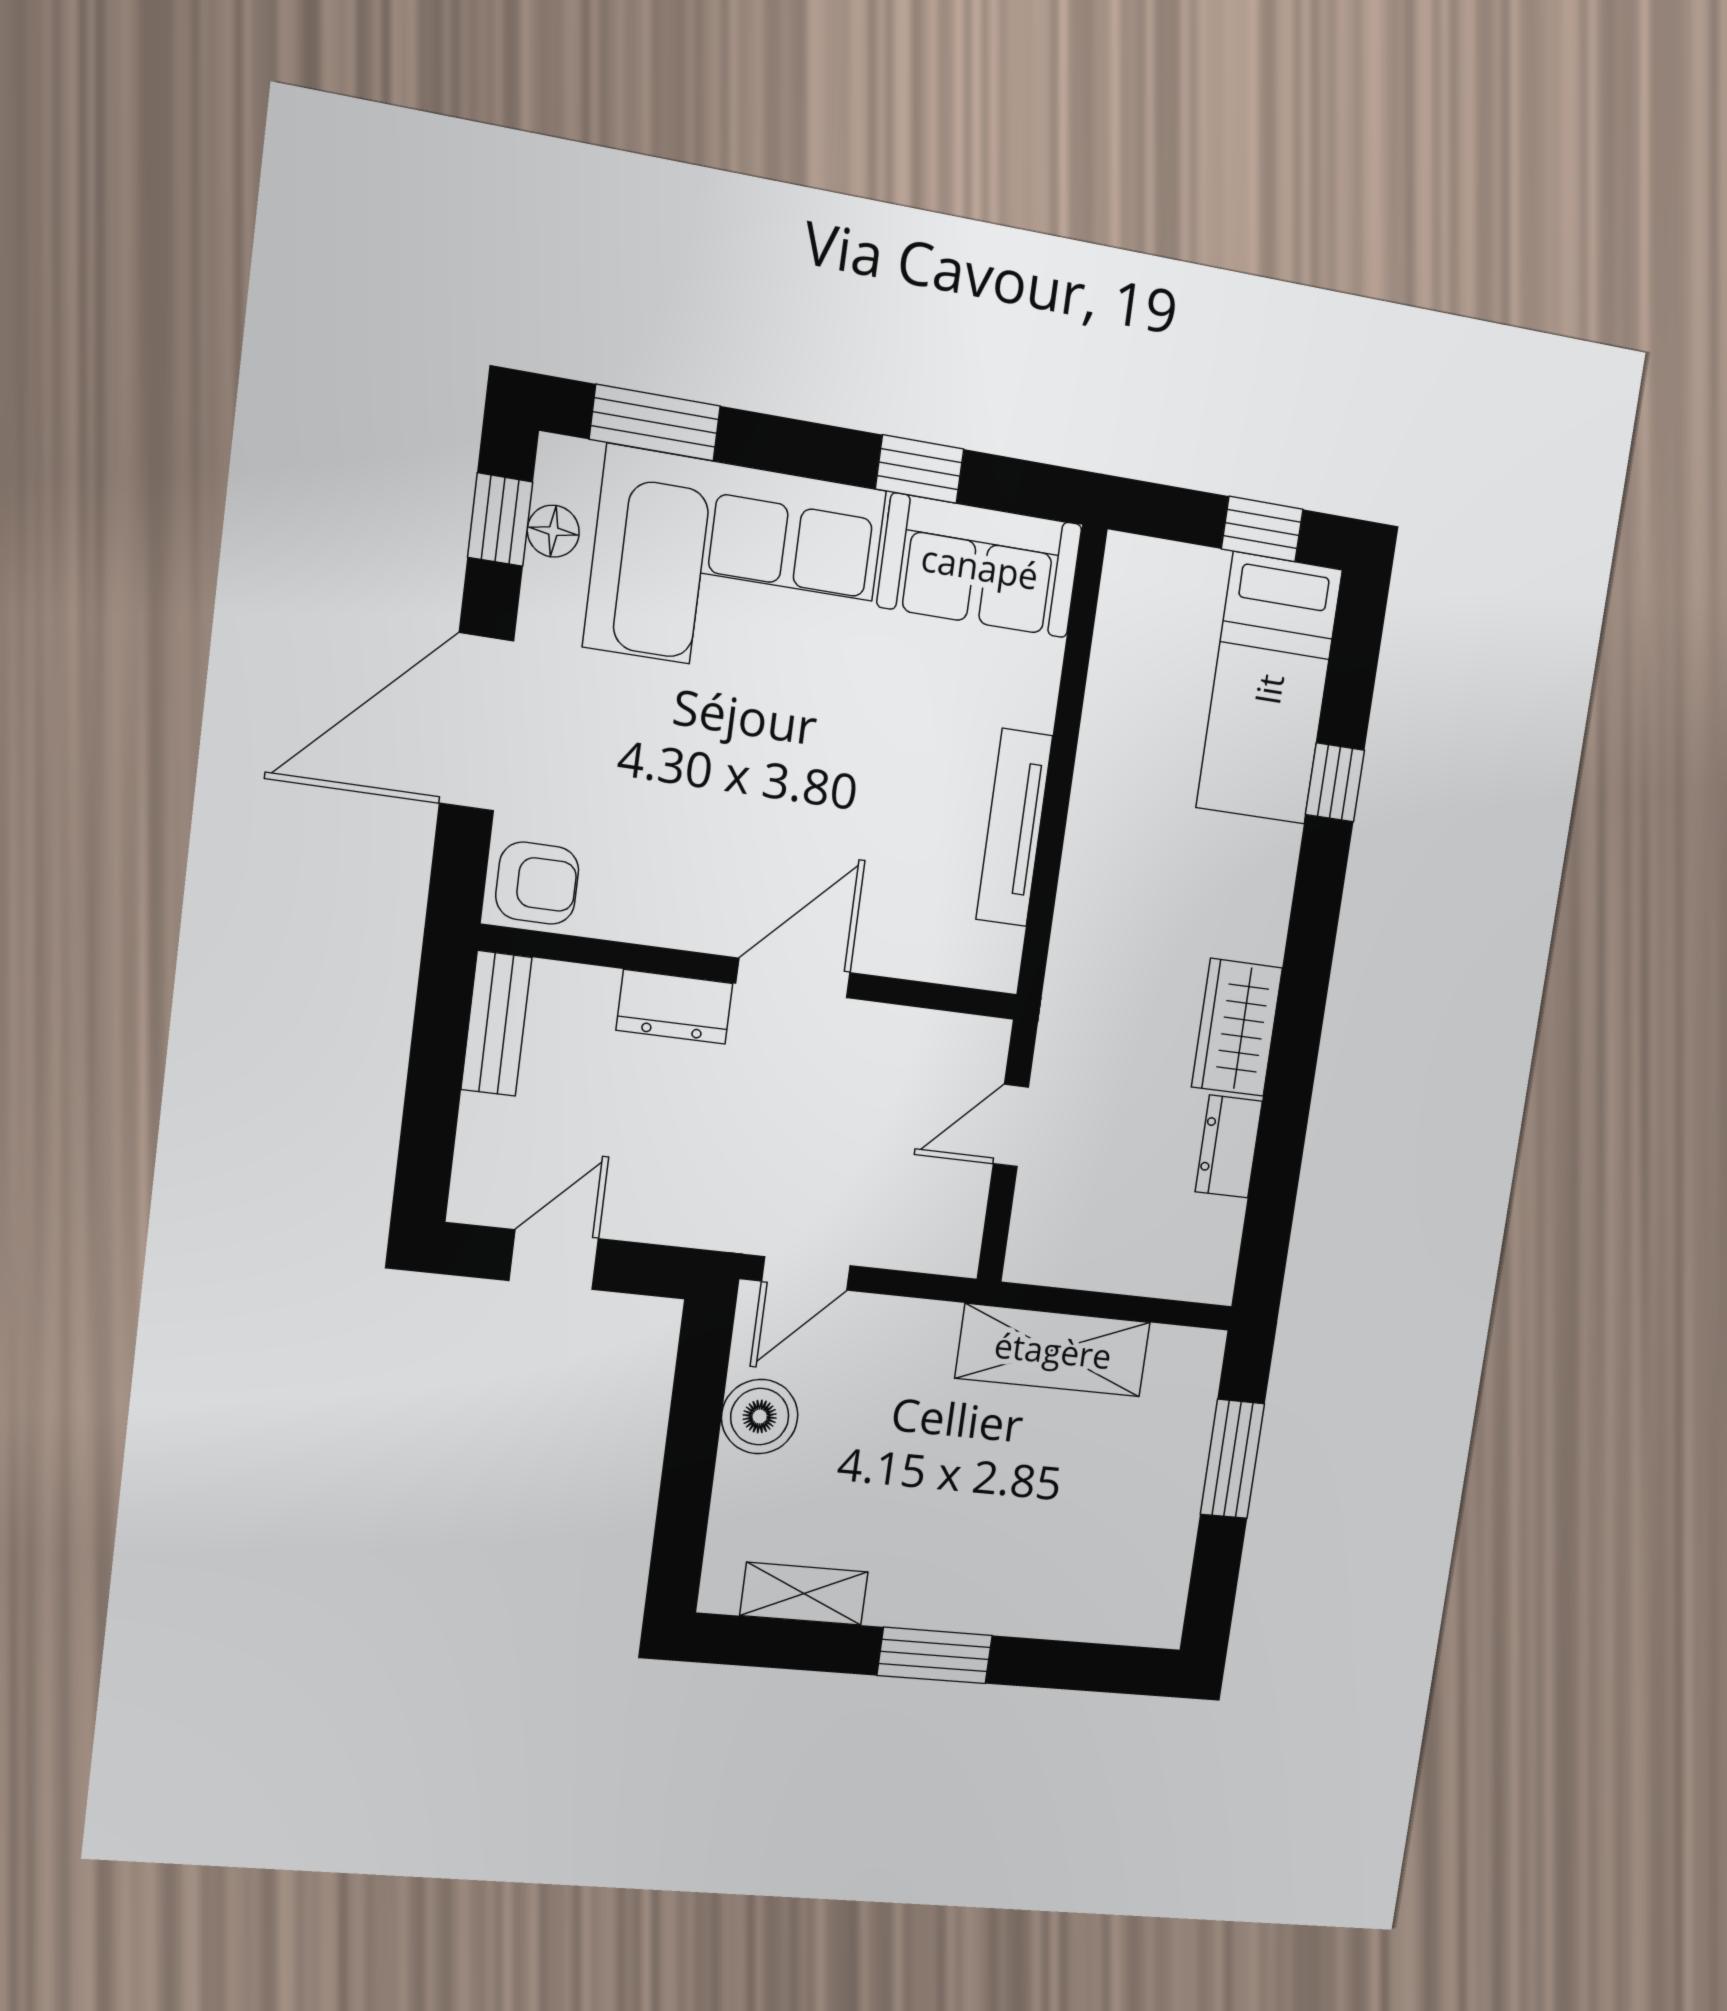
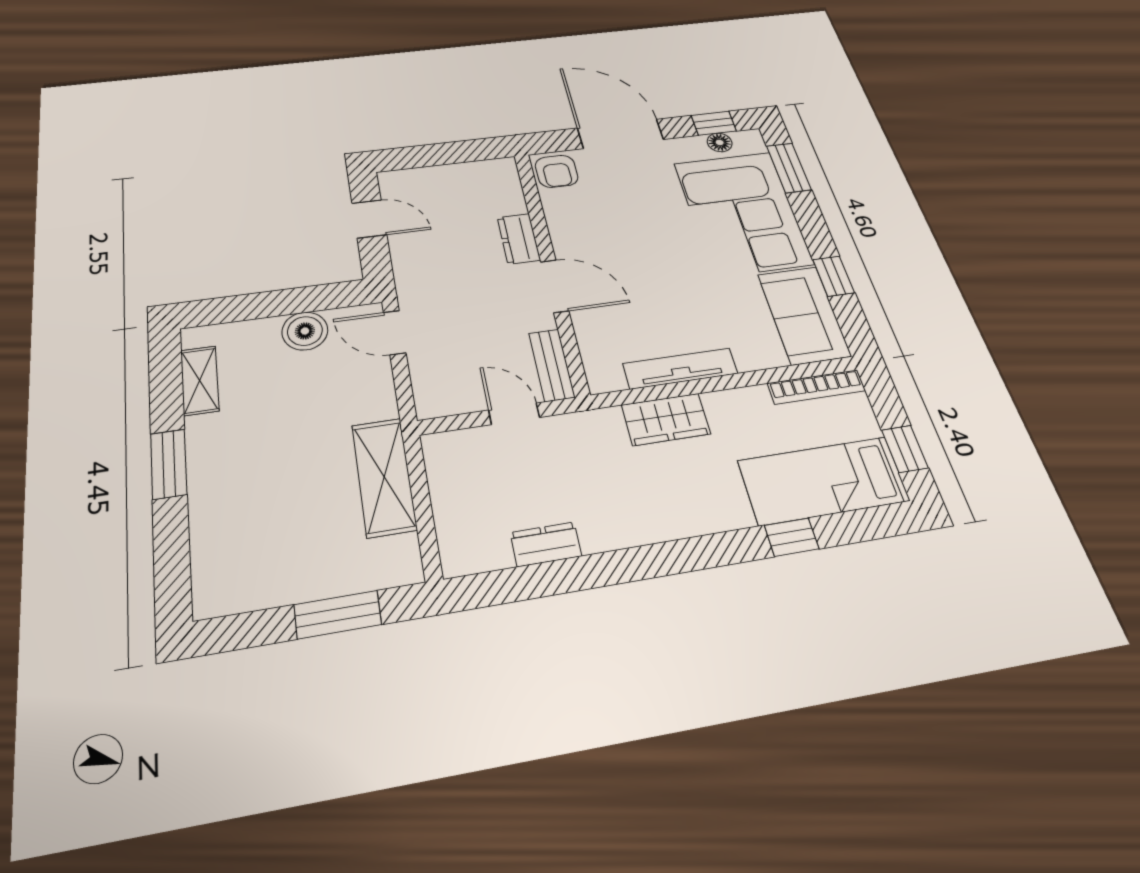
bookcase: (1116, 616) -> (816, 387), added
bench: (496, 1024) -> (552, 365), moved, turned 90
wardrobe: (1237, 1027) -> (666, 419), moved, turned 180

